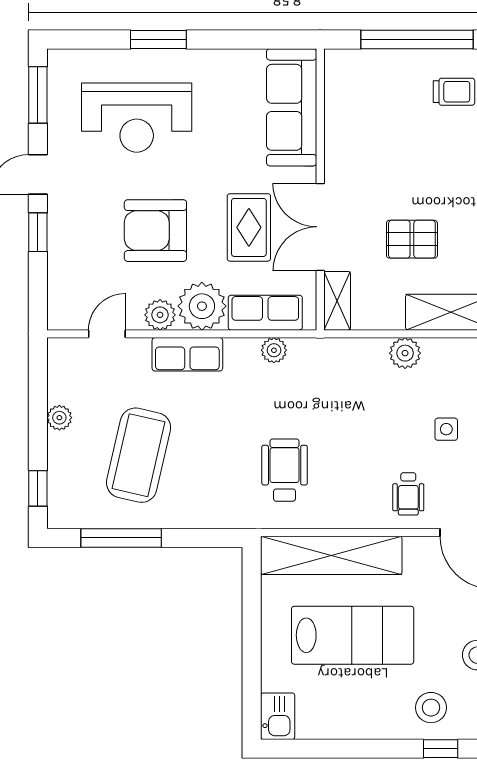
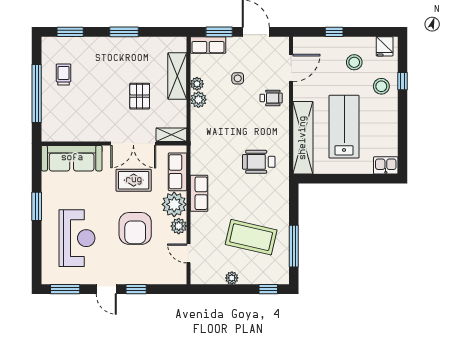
window: (158, 39) -> (37, 206), moved
plant: (274, 350) -> (197, 84), moved
row of seats: (187, 354) -> (199, 193), moved

